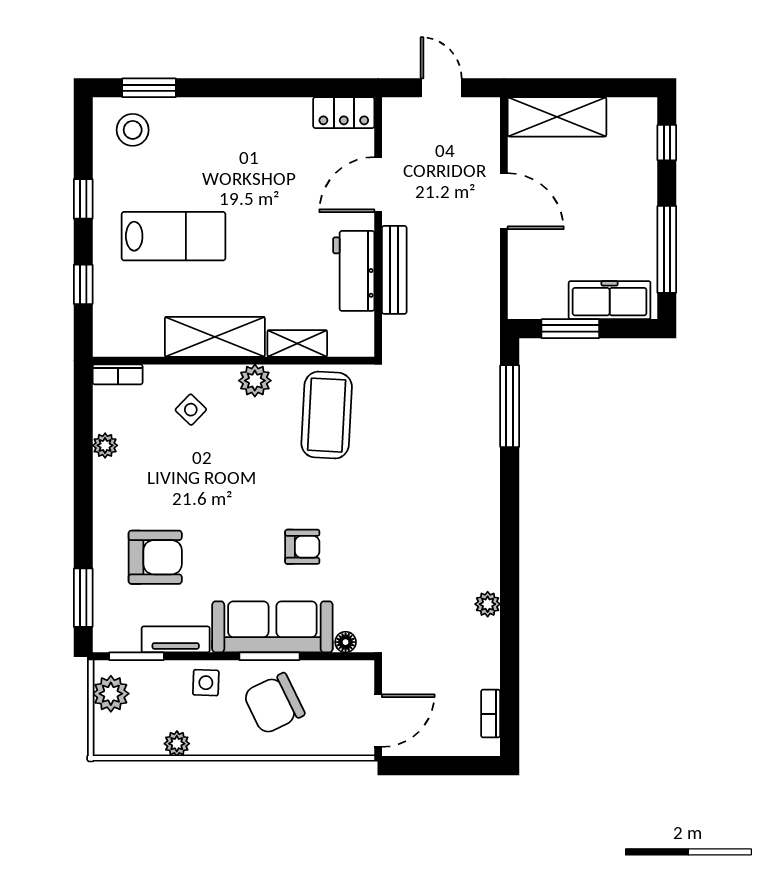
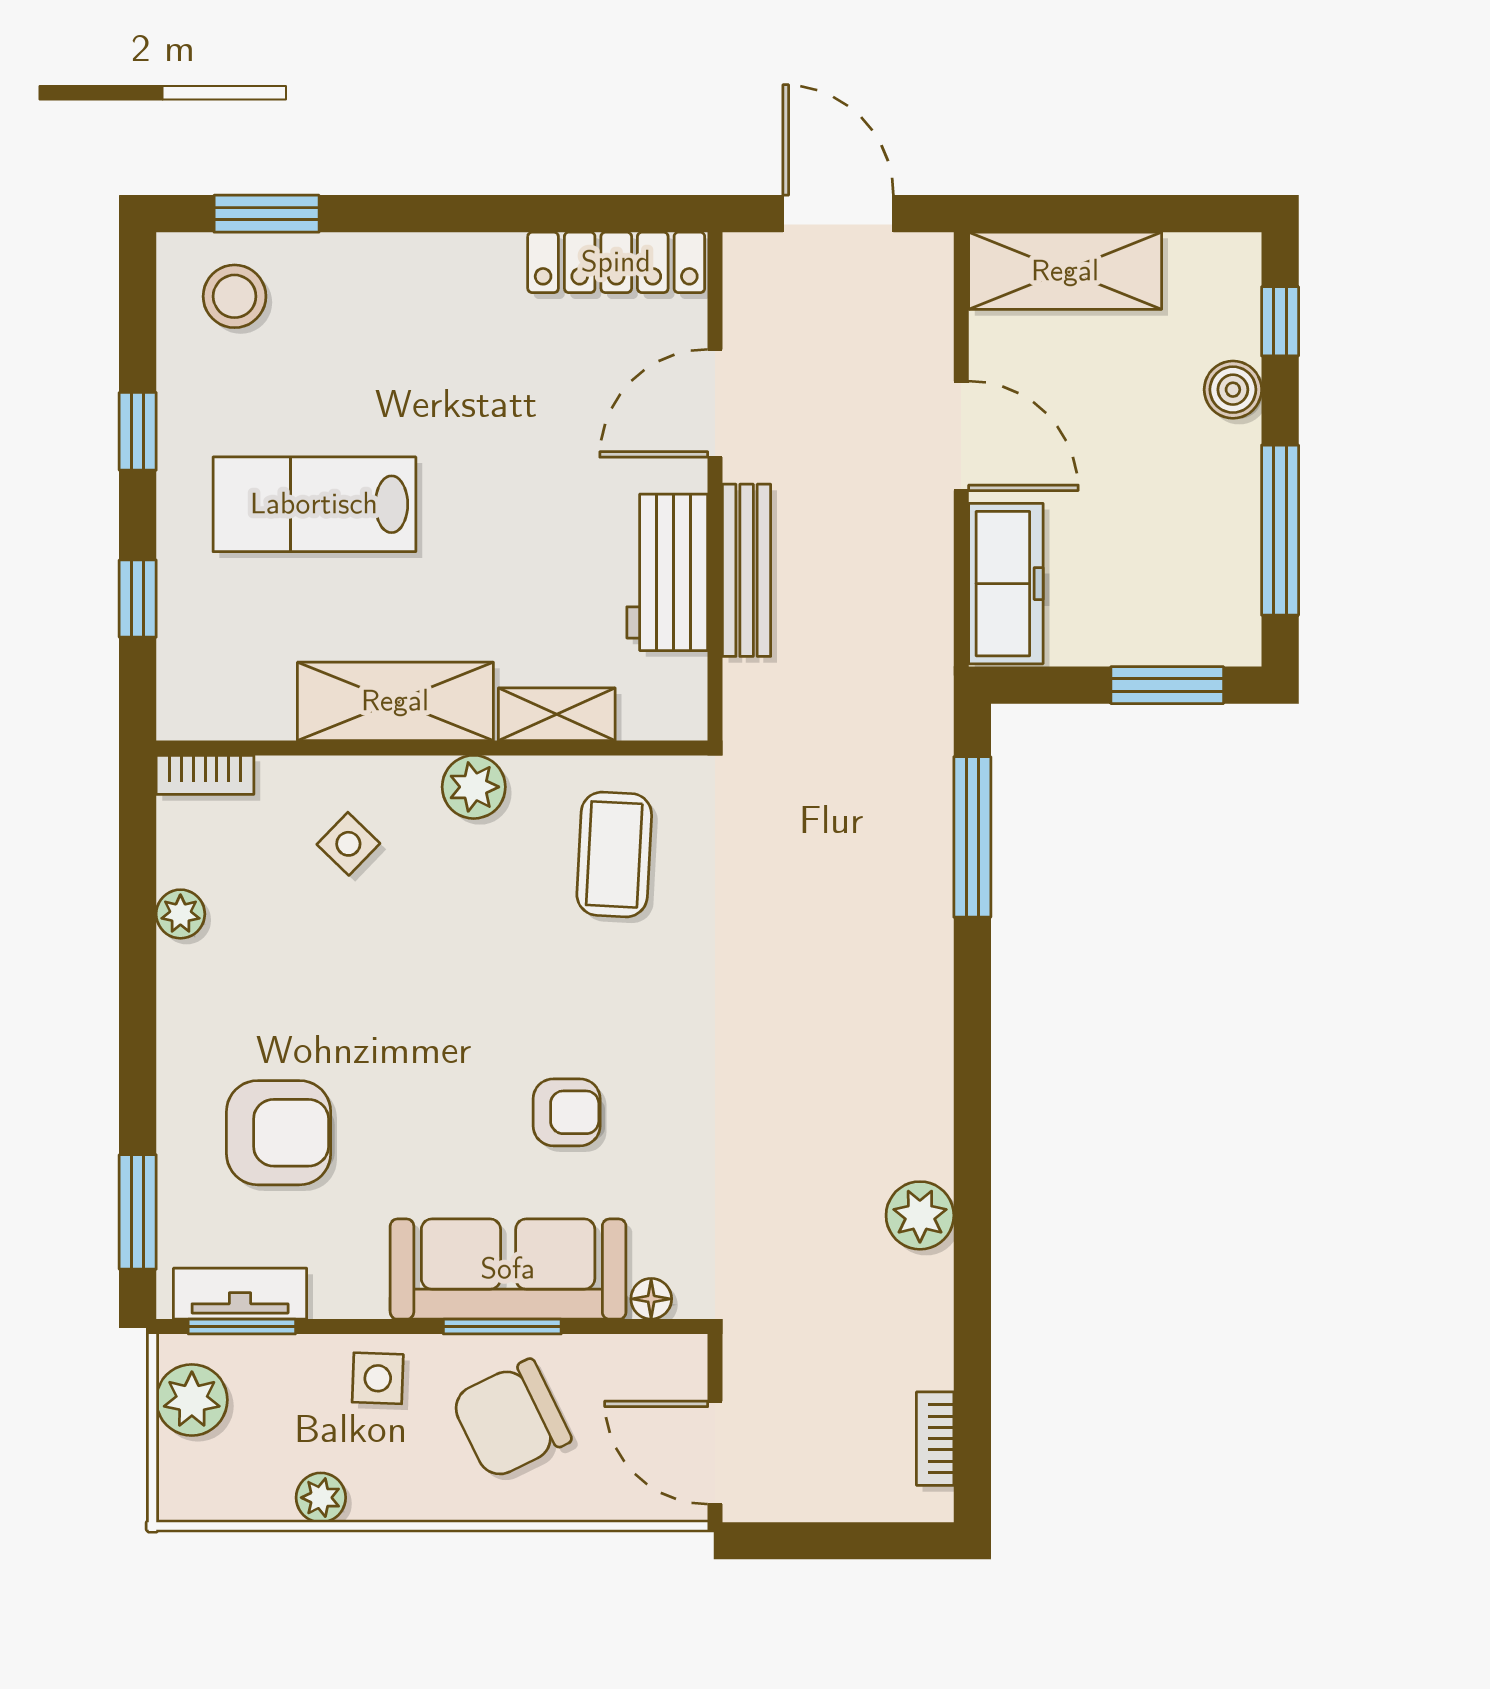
door: (441, 88) -> (838, 214), width x1.38
locker: (344, 113) -> (616, 262), width x1.53
boiler: (643, 178) -> (1233, 390), added
lab bench: (174, 236) -> (314, 504), turned 180
freezer: (610, 300) -> (1006, 584), moved, turned 90
window: (570, 329) -> (1167, 685), moved
coffee table: (327, 415) -> (614, 854), width x0.73, depth x0.76
plant: (488, 604) -> (920, 1215), width x1.38, depth x1.38
tv unit: (176, 639) -> (240, 1294), moved
door: (378, 721) -> (715, 1453), swing flipped

